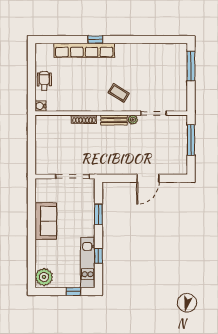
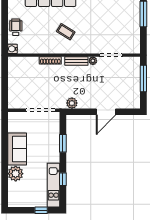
coffee table: (119, 93) -> (66, 32), moved
plant: (109, 168) -> (72, 103), added
plant: (44, 277) -> (16, 174), moved

